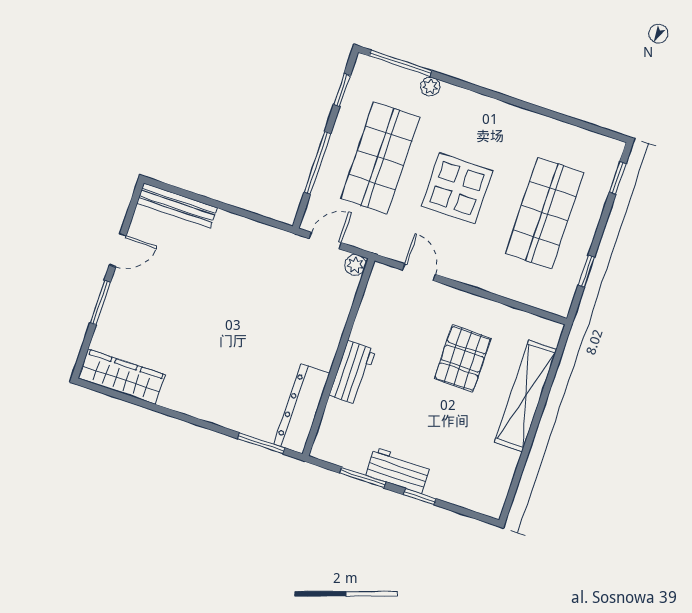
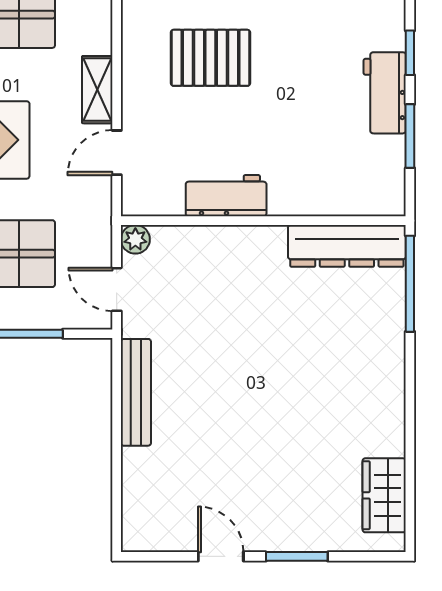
bench: (177, 205) -> (136, 392), moved
shelving: (467, 273) -> (97, 90), added
workbench: (352, 373) -> (226, 196), moved
wardrobe: (122, 377) -> (384, 495), width x0.67
window: (261, 443) -> (410, 284), width x1.44

